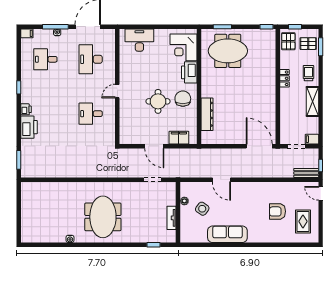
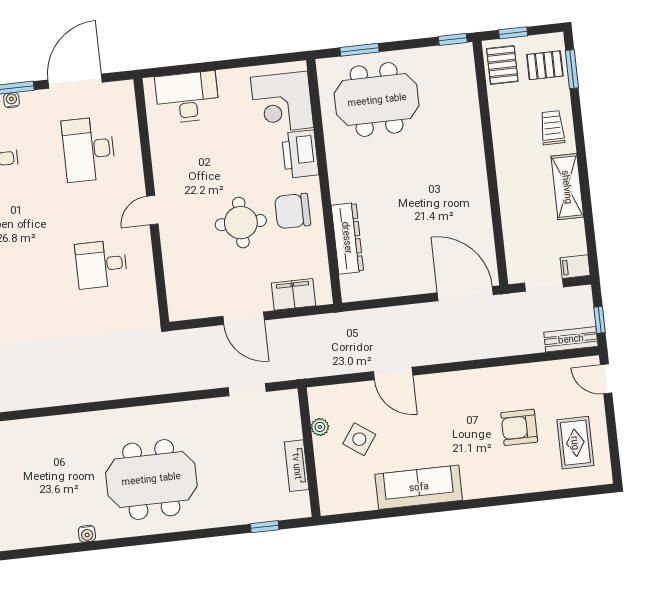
locker: (284, 78) -> (503, 144), removed
chair: (183, 99) -> (293, 211), turned -90
meeting table: (103, 217) -> (151, 479), turned 90

